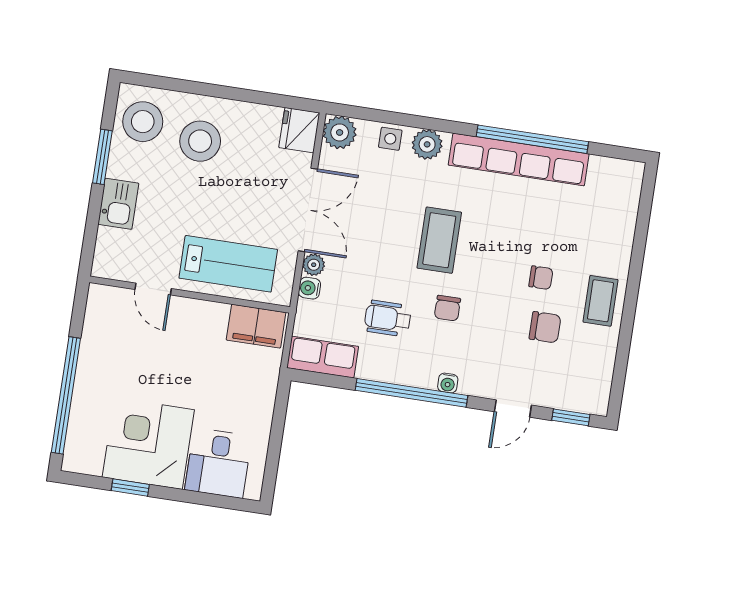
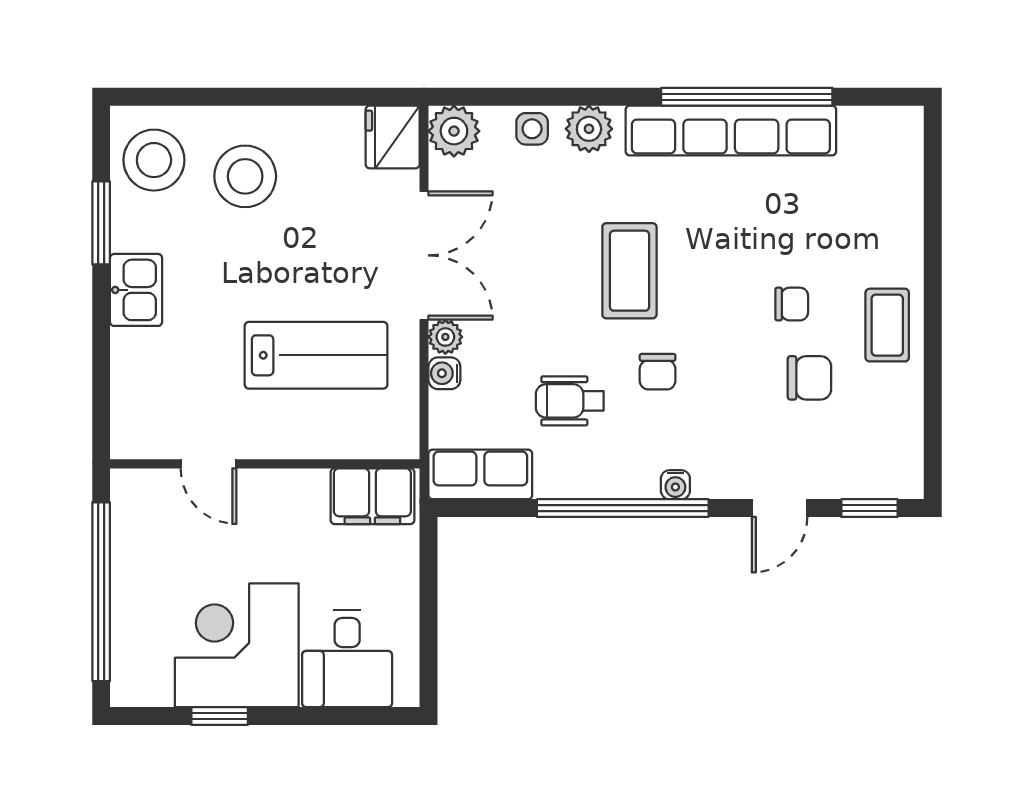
door: (153, 289) -> (208, 464), moved
wall: (190, 295) -> (265, 464), moved
filing cabinet: (256, 326) -> (372, 496), moved

